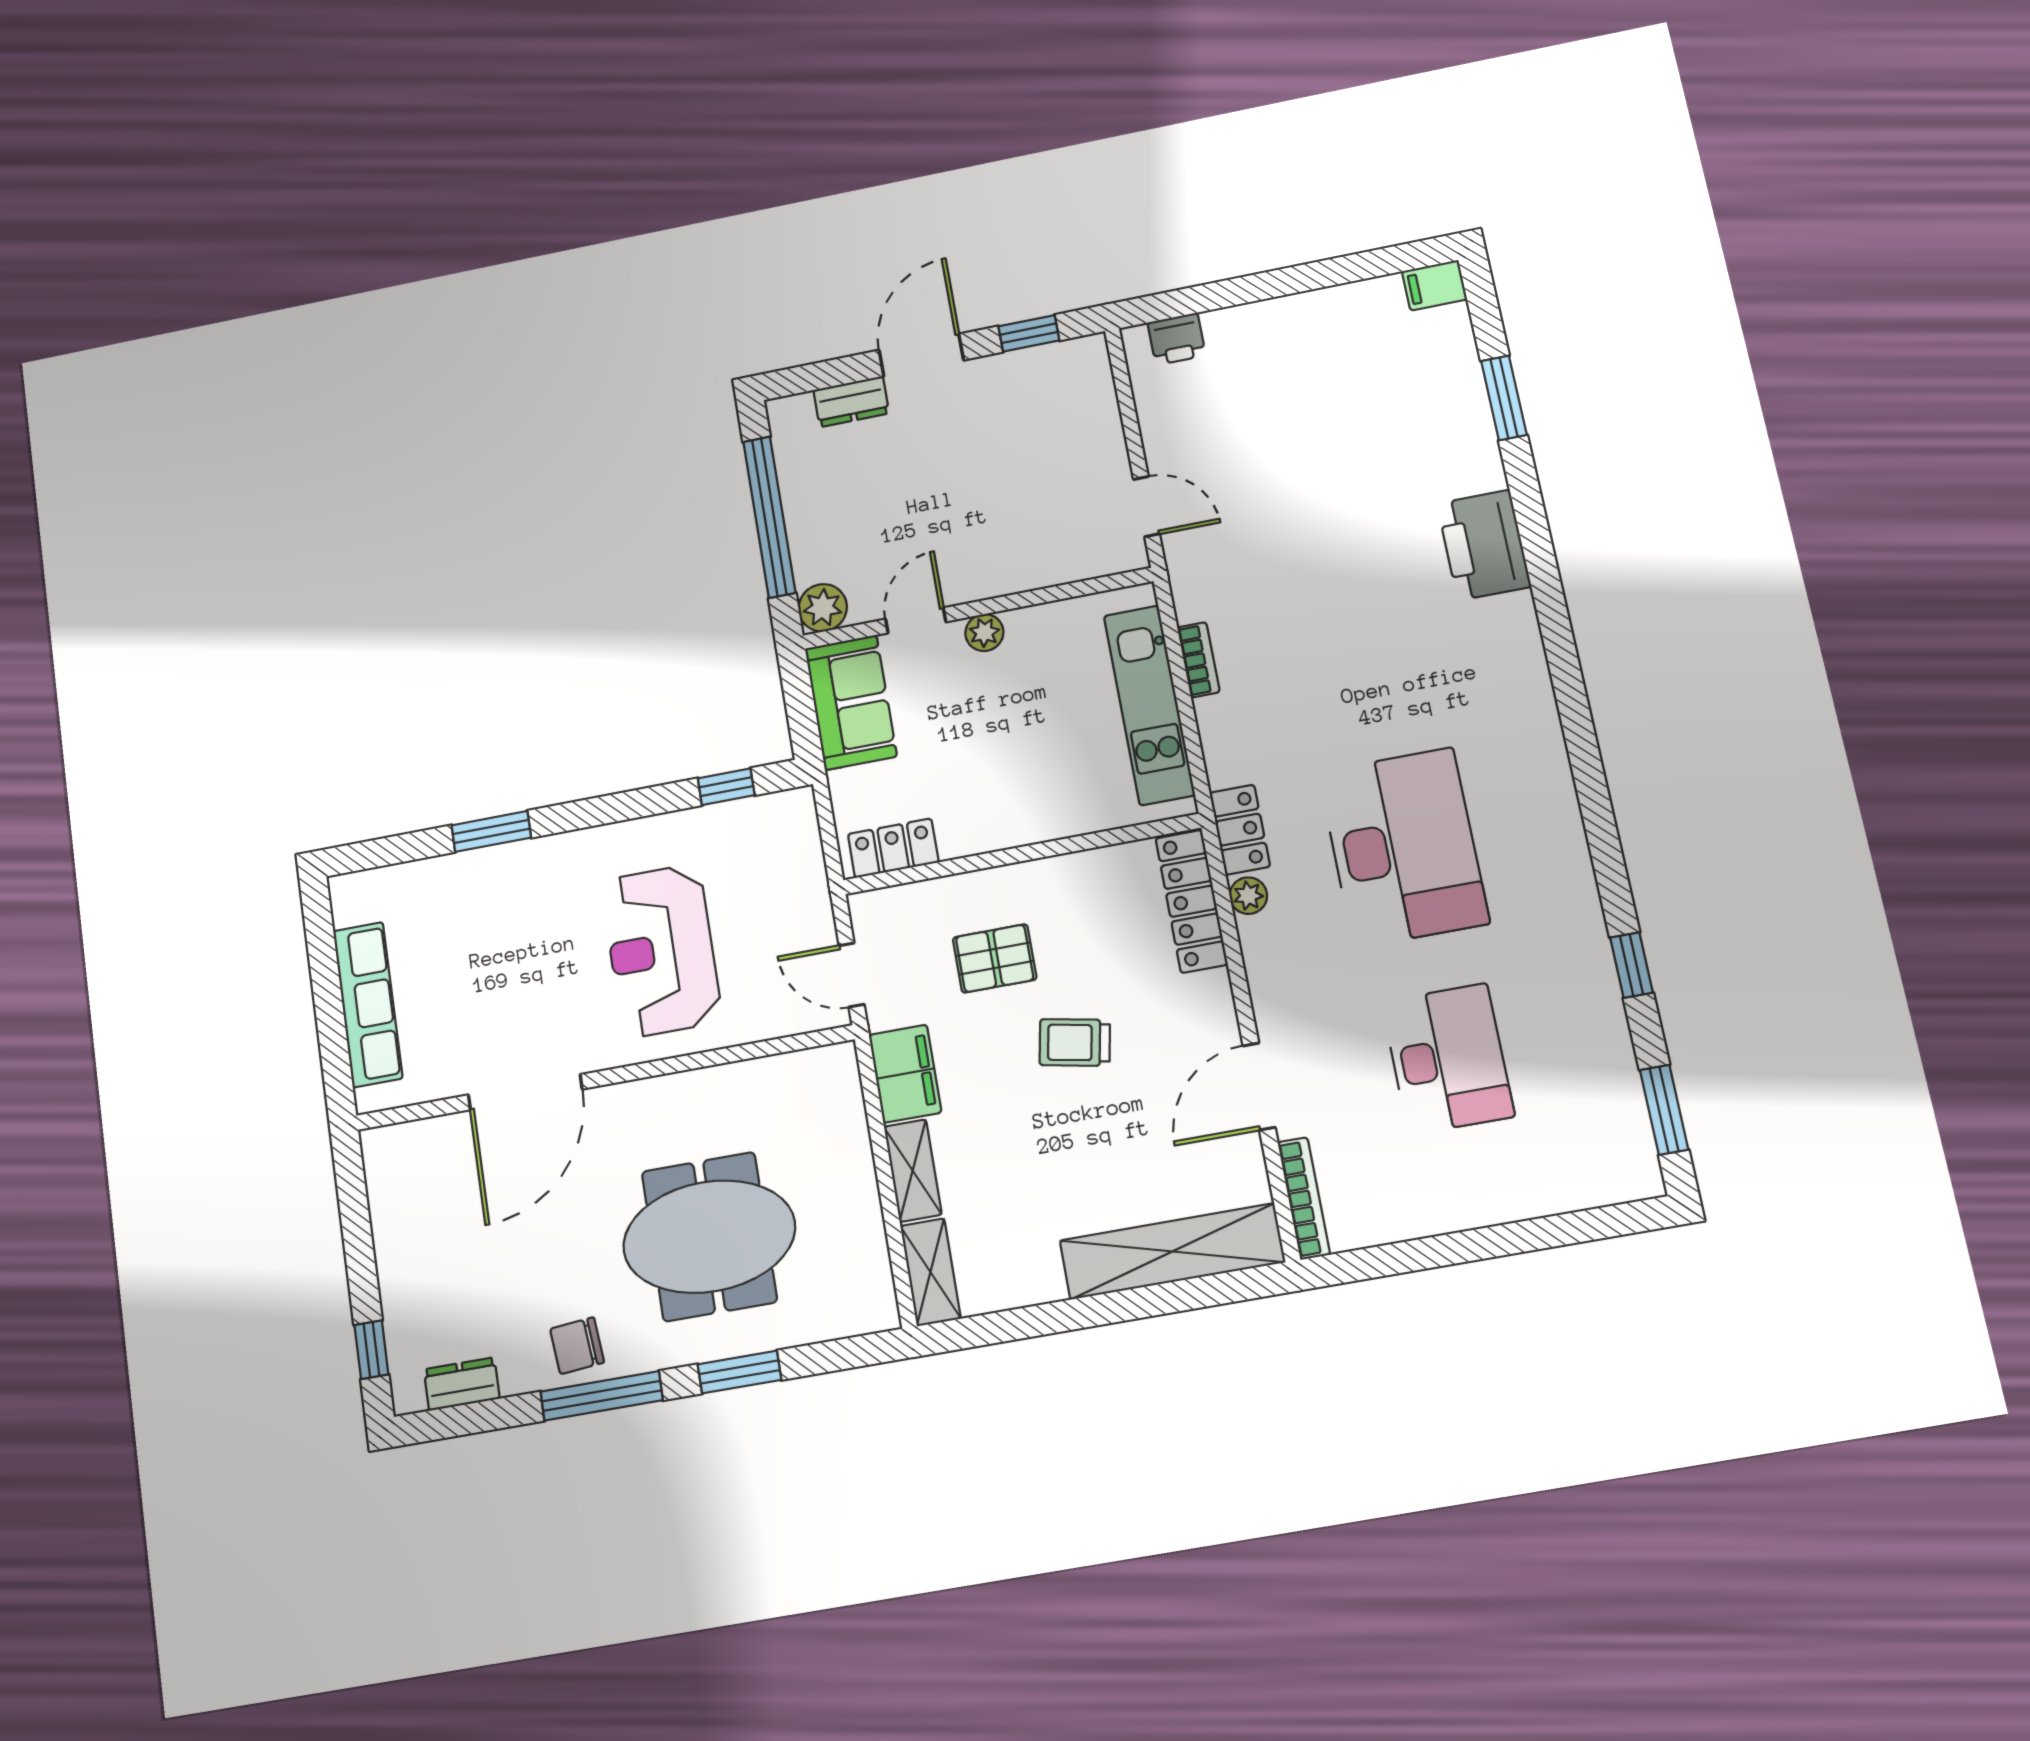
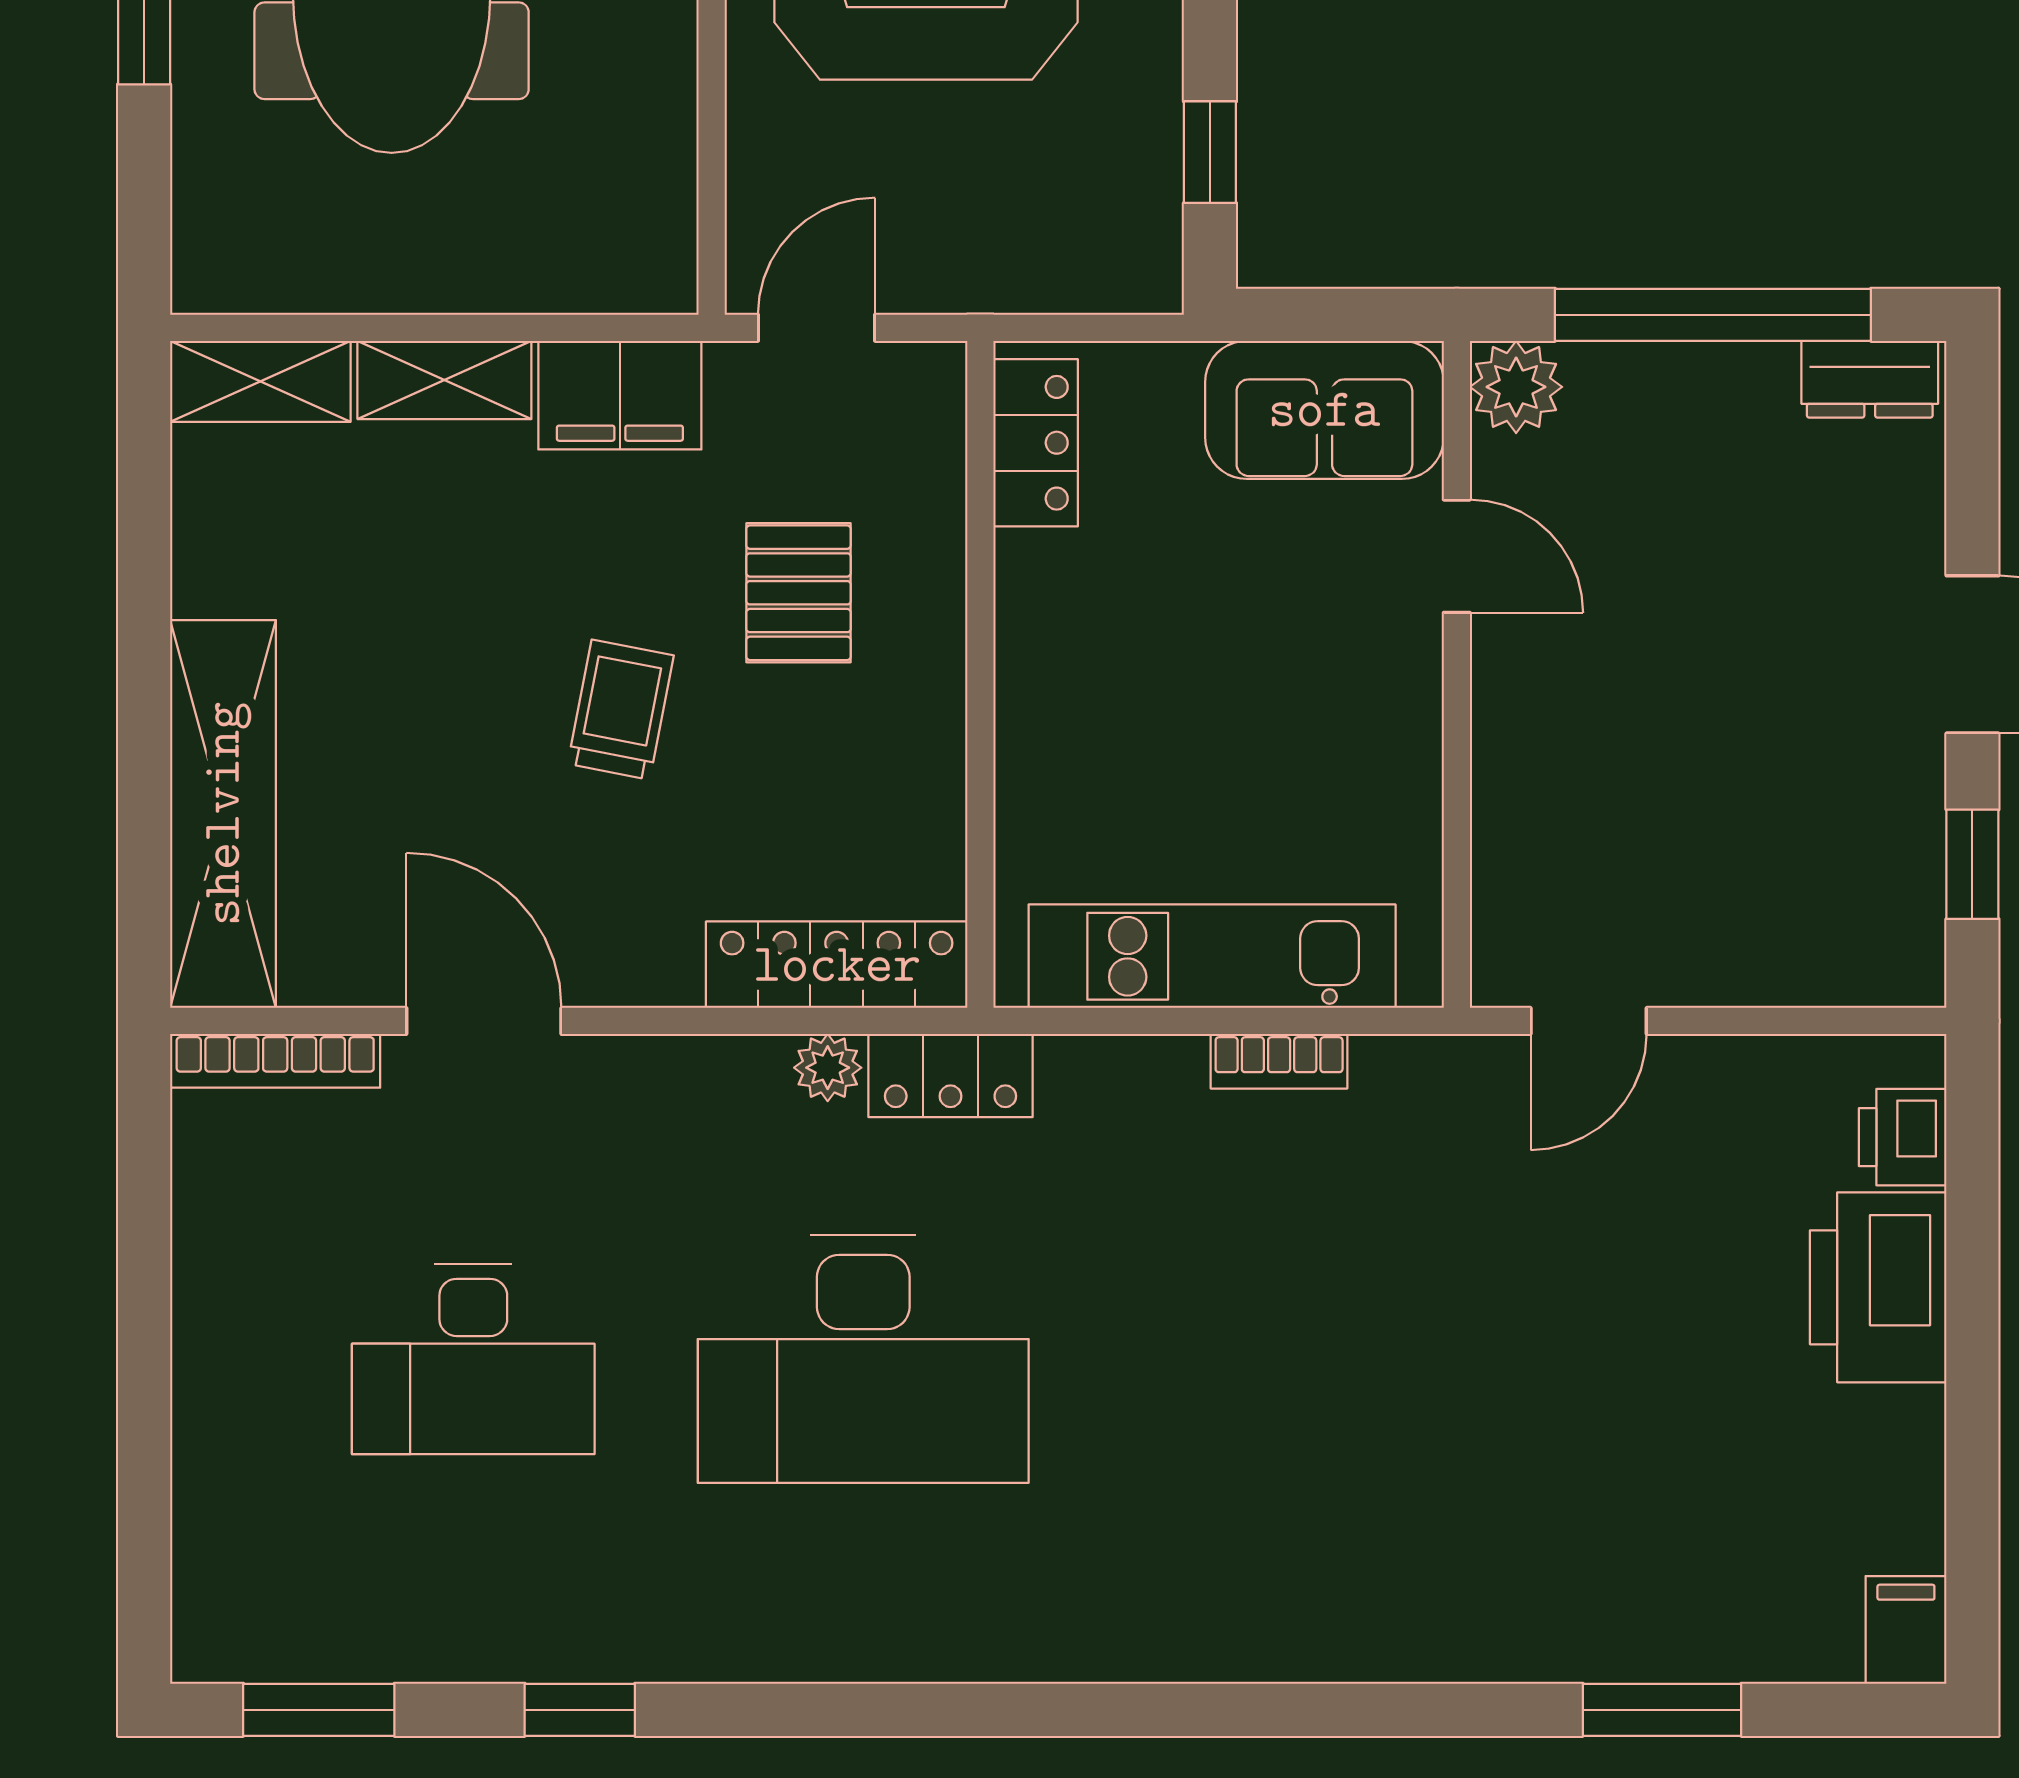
dresser: (851, 402) -> (1870, 379), moved, turned -90
printer: (1484, 545) -> (1878, 1287), moved, turned -90
plant: (984, 633) -> (1408, 680), removed

